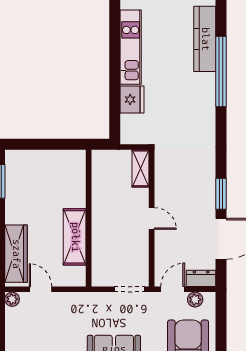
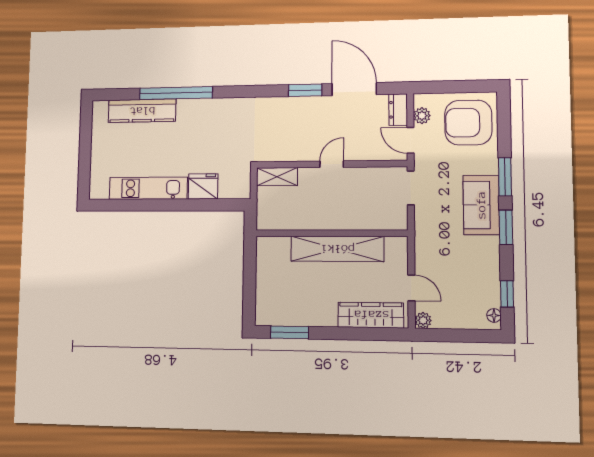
shelving: (75, 237) -> (337, 249), width x1.47
door: (40, 289) -> (411, 288), swing flipped

